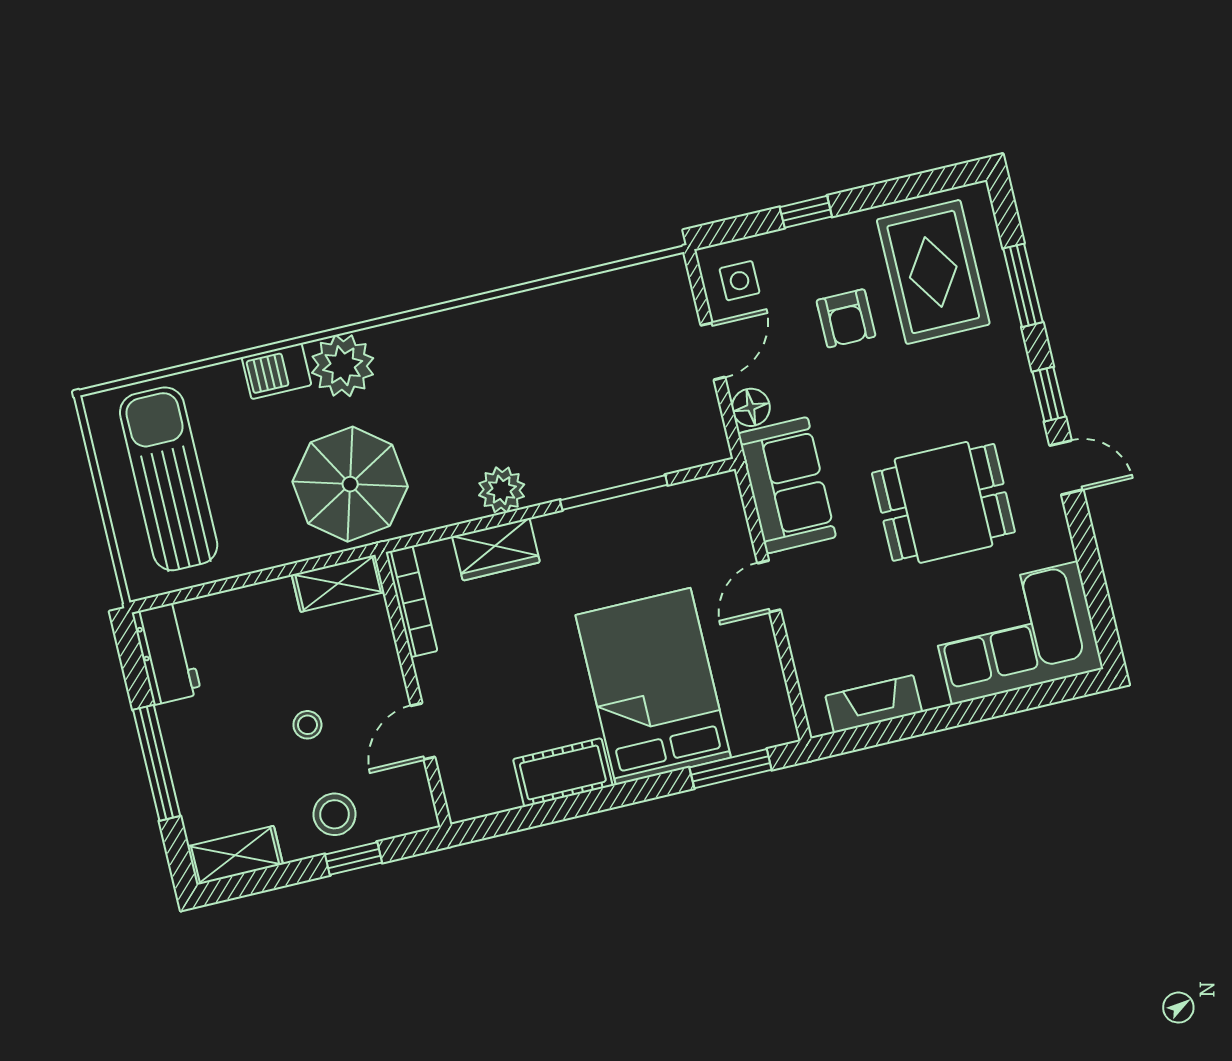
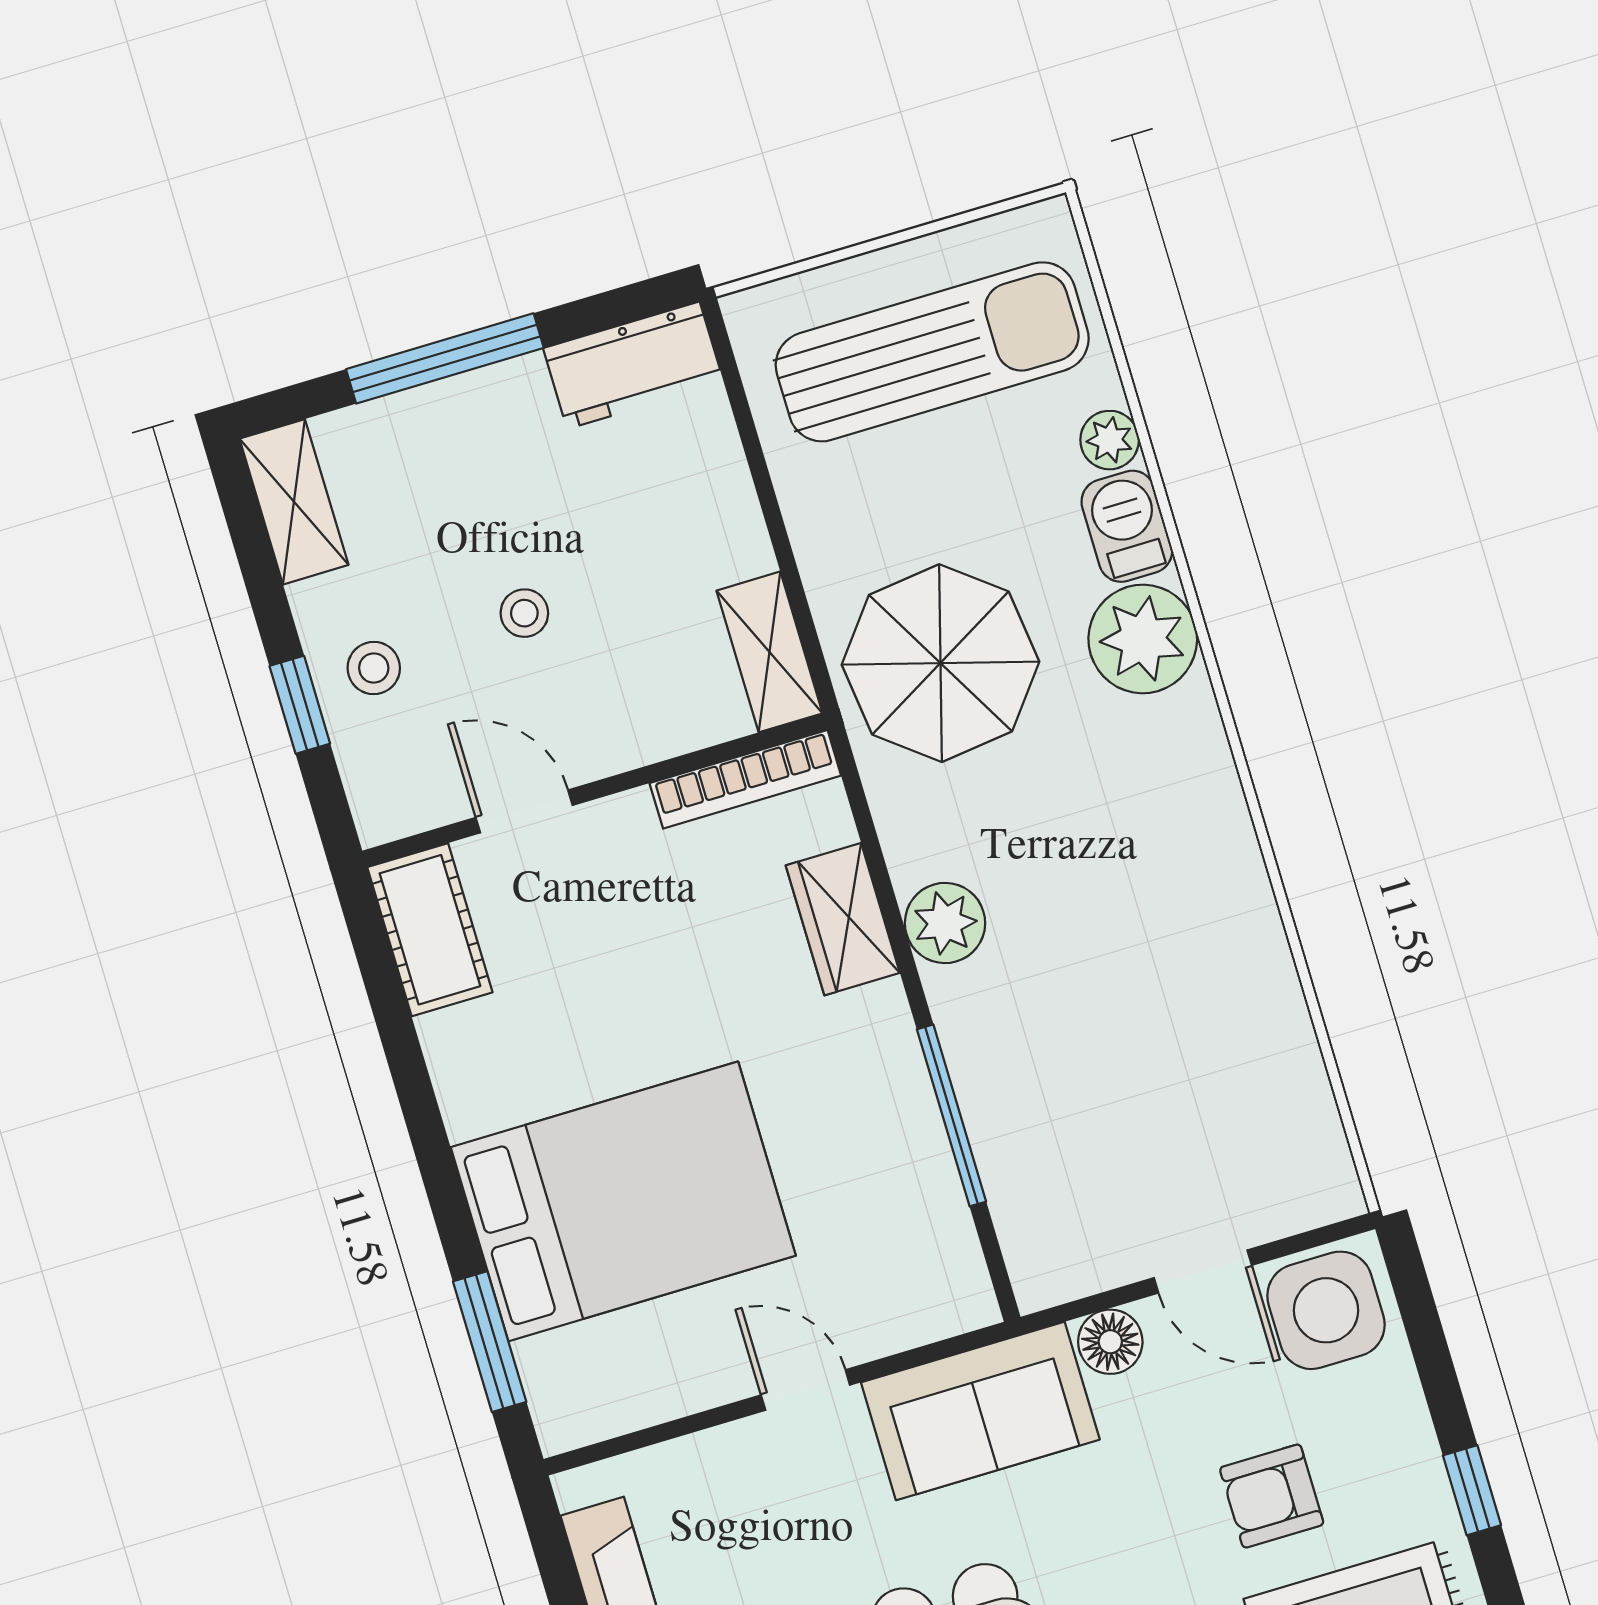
window: (806, 212) -> (1472, 1490), moved
side table: (740, 281) -> (1326, 1310), width x1.87, depth x1.87
plant: (226, 378) -> (1110, 440), added
cot: (563, 772) -> (430, 930), moved
stool: (335, 814) -> (374, 668), width x0.73, depth x0.73

